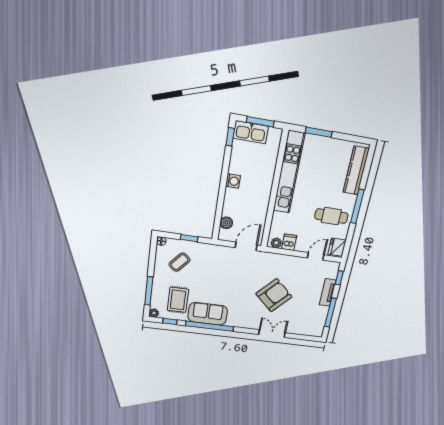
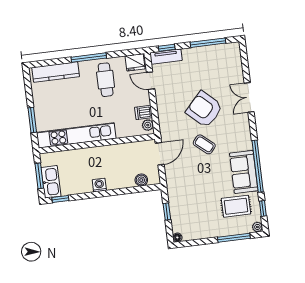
door: (246, 246) -> (160, 154), swing flipped
coffee table: (179, 262) -> (204, 144), moved
tv unit: (328, 292) -> (166, 57), moved

